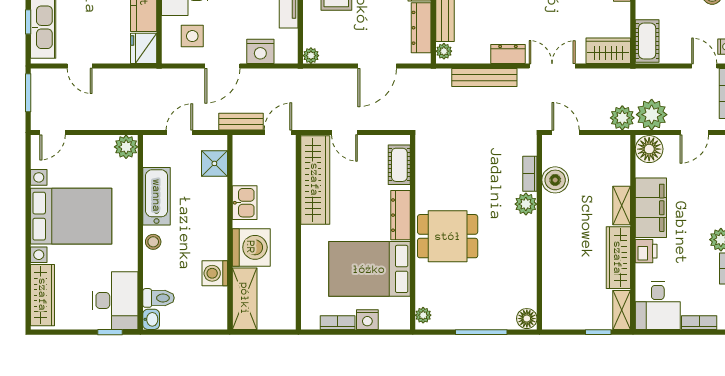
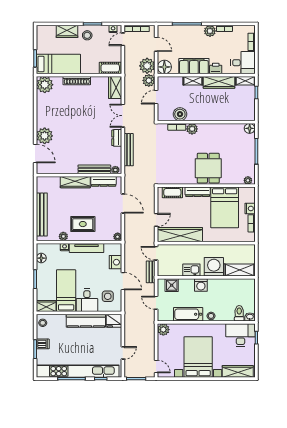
door: (566, 133) -> (156, 97), moved
washing machine: (215, 273) -> (201, 285), moved

